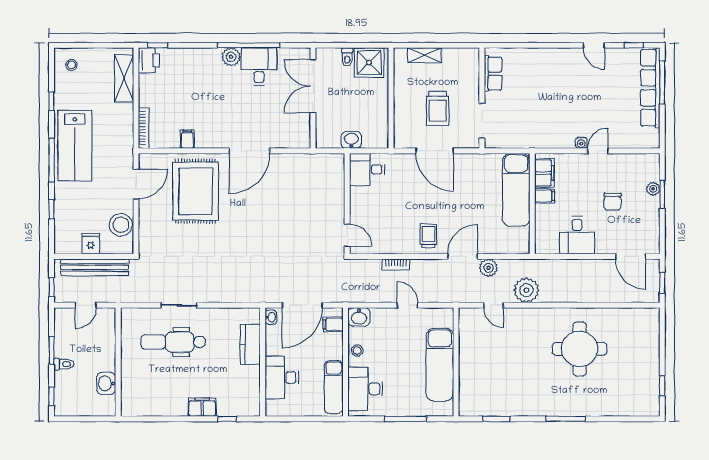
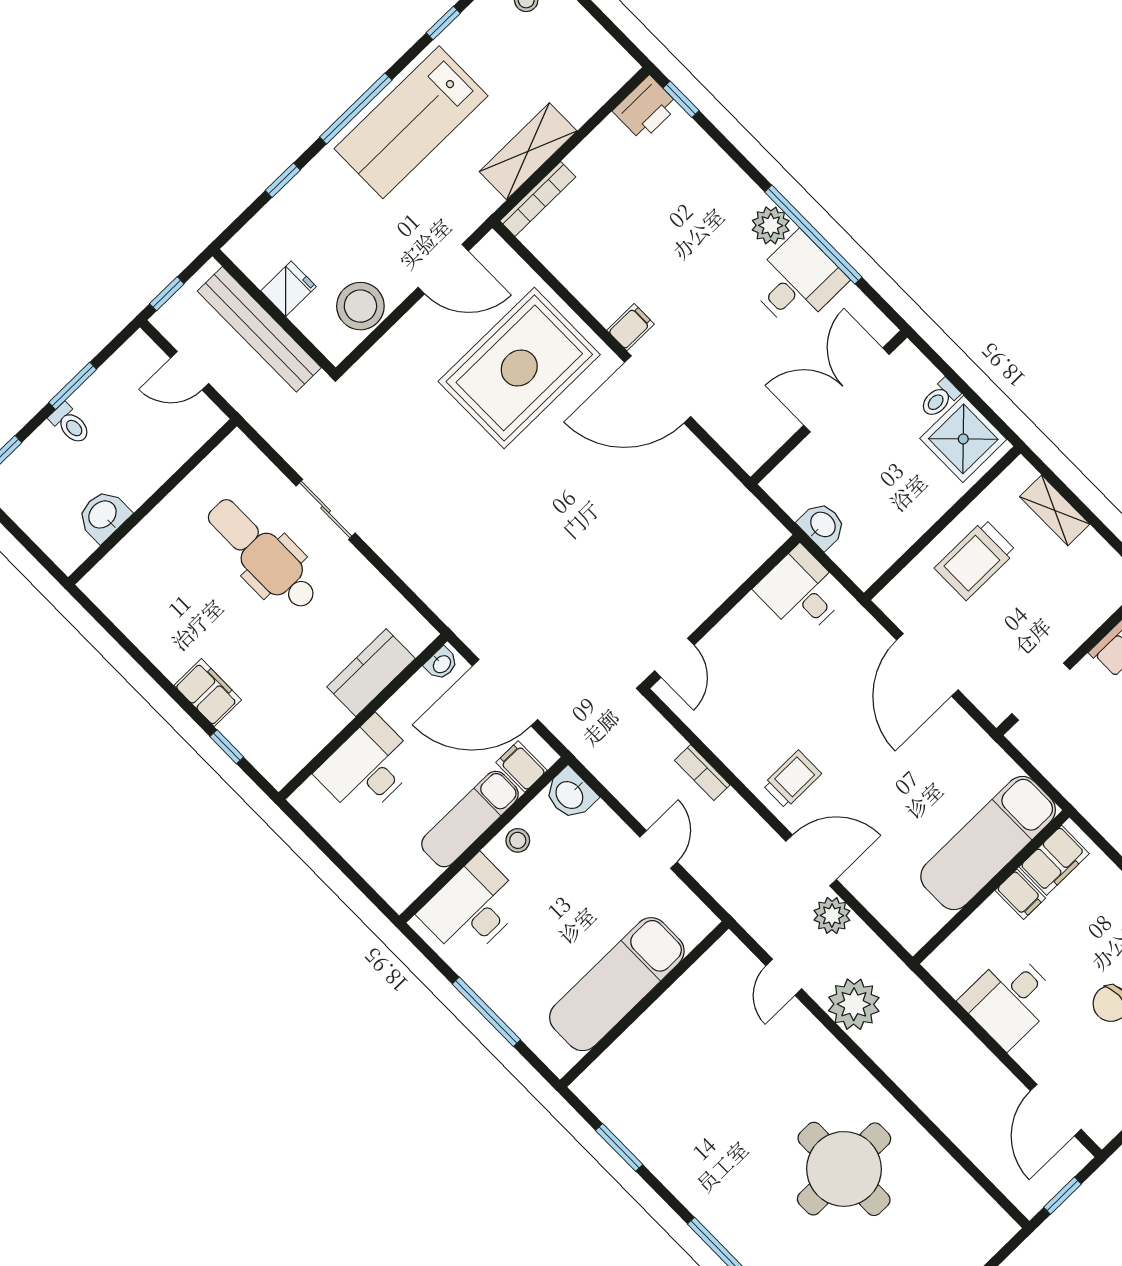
shelving: (124, 78) -> (528, 151), moved
trolley: (438, 108) -> (975, 560), moved
filing cabinet: (187, 139) -> (631, 327), moved
exam couch: (334, 387) -> (470, 819), moved

